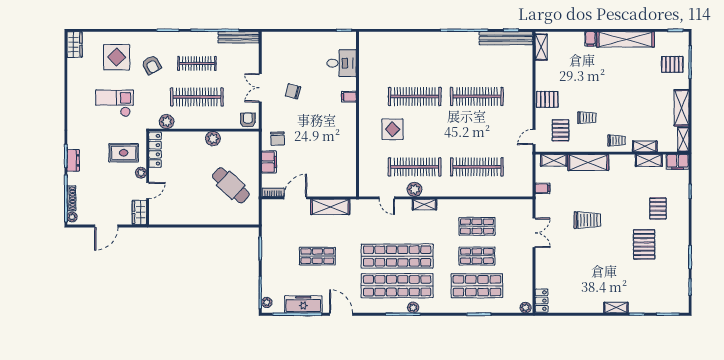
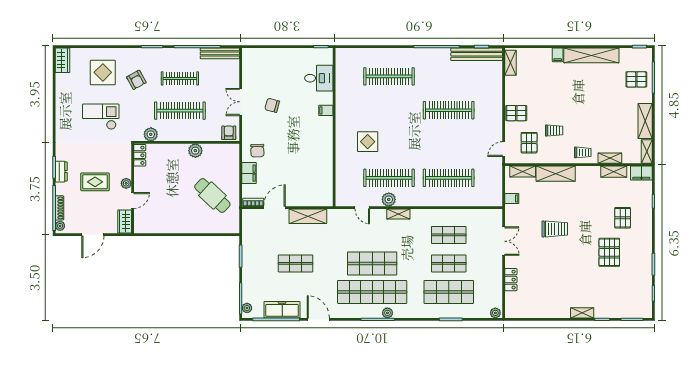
clothes rail: (415, 96) -> (389, 76), moved
locker: (155, 150) -> (140, 155), width x0.66
rug: (124, 153) -> (95, 182), moved
shop shelf: (397, 256) -> (372, 263), width x0.71
locker: (542, 301) -> (511, 280), moved

